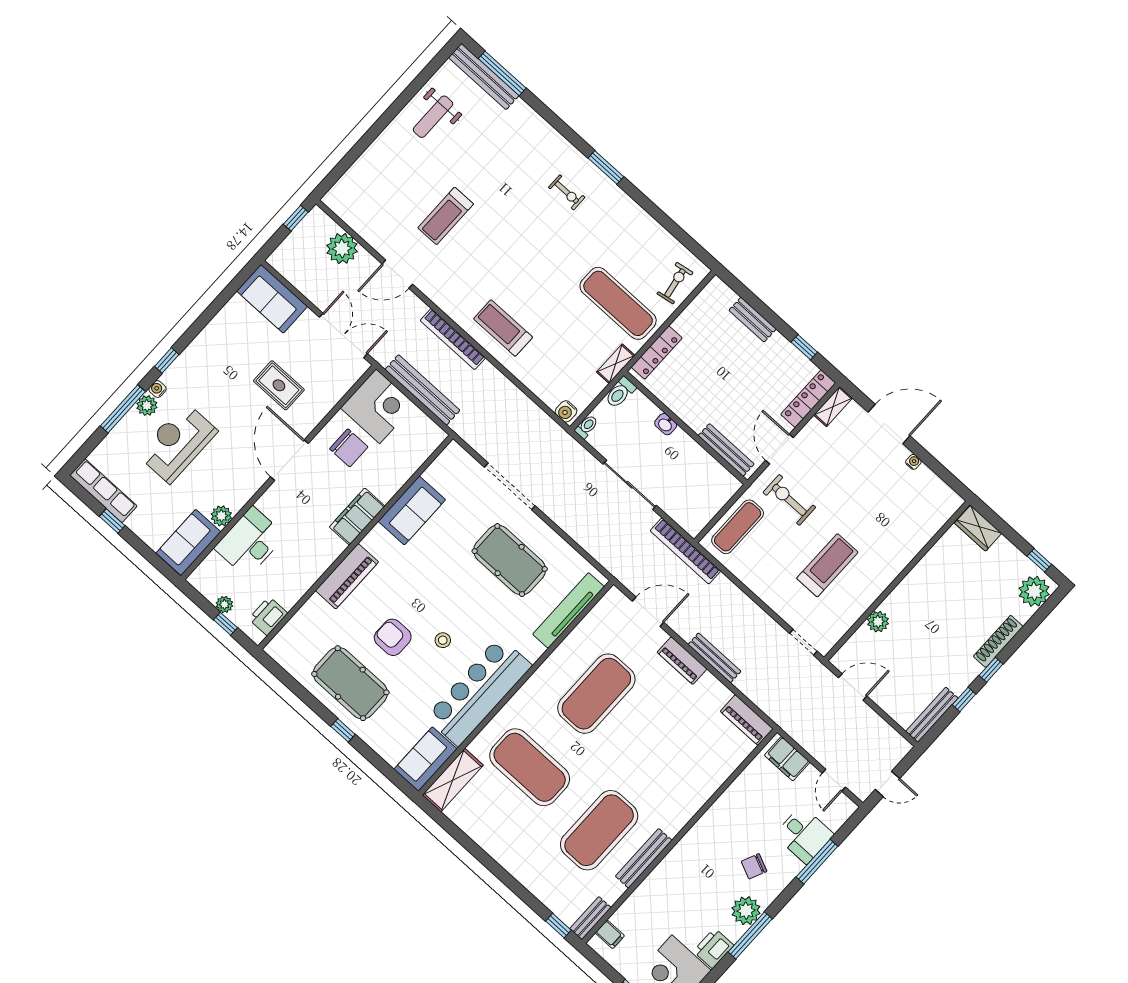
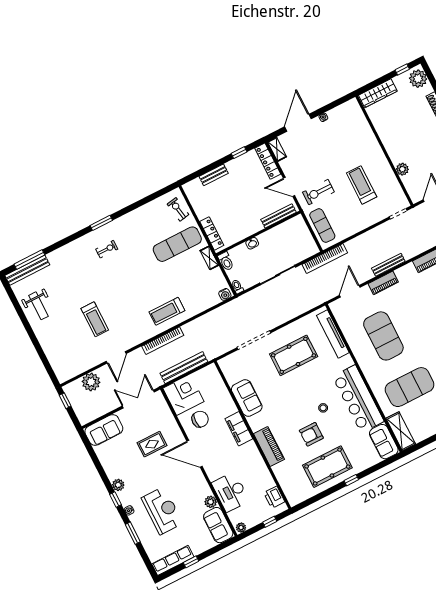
plant: (147, 406) -> (118, 485), moved
window: (123, 409) -> (133, 533), width x0.69
reception desk: (177, 443) -> (162, 511), turned 180
wardrobe: (978, 528) -> (378, 93), width x1.50
plant: (224, 604) -> (241, 528), moved

